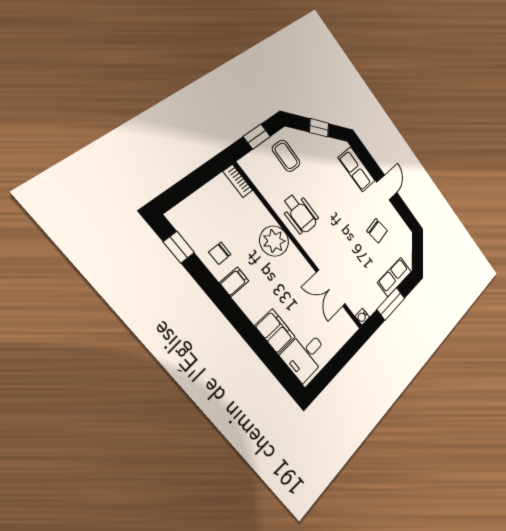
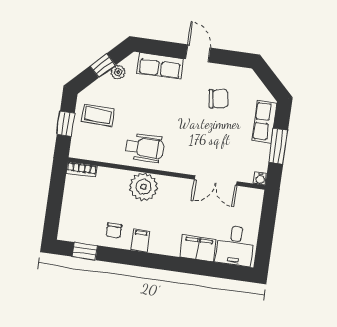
plant: (326, 143) -> (118, 72), added

